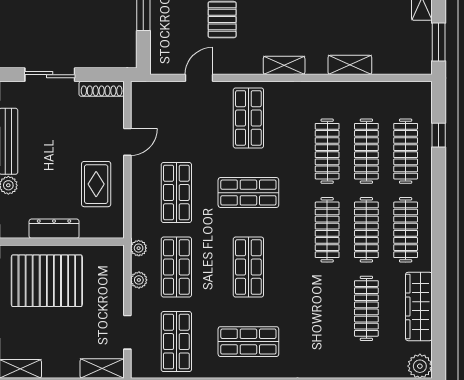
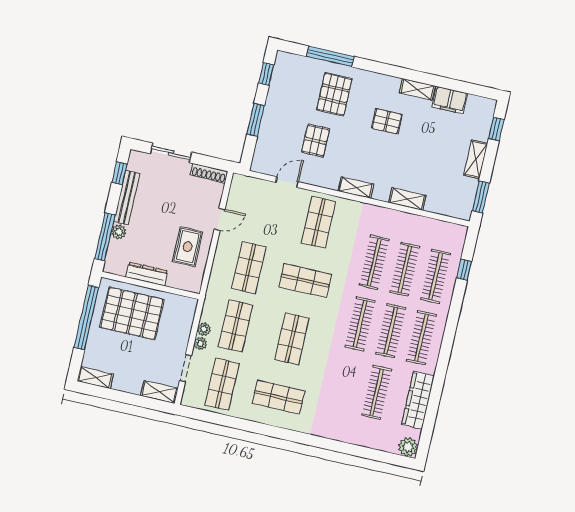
plant: (139, 248) -> (200, 343), moved

